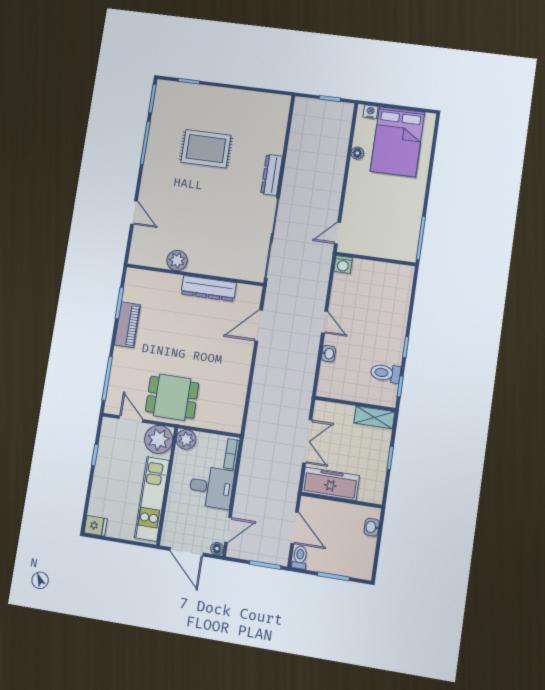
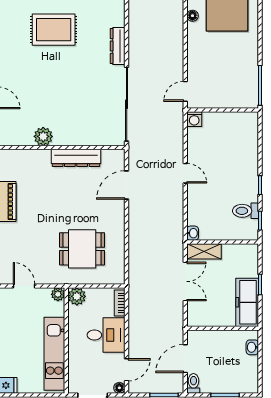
washbasin: (328, 354) -> (193, 233), moved
dining table: (172, 397) -> (82, 249), moved
shelving: (374, 417) -> (204, 251), moved
plant: (159, 439) -> (58, 294), width x0.53, depth x0.53
freezer: (331, 484) -> (247, 302), moved, turned -90
door: (295, 528) -> (185, 359), swing flipped

